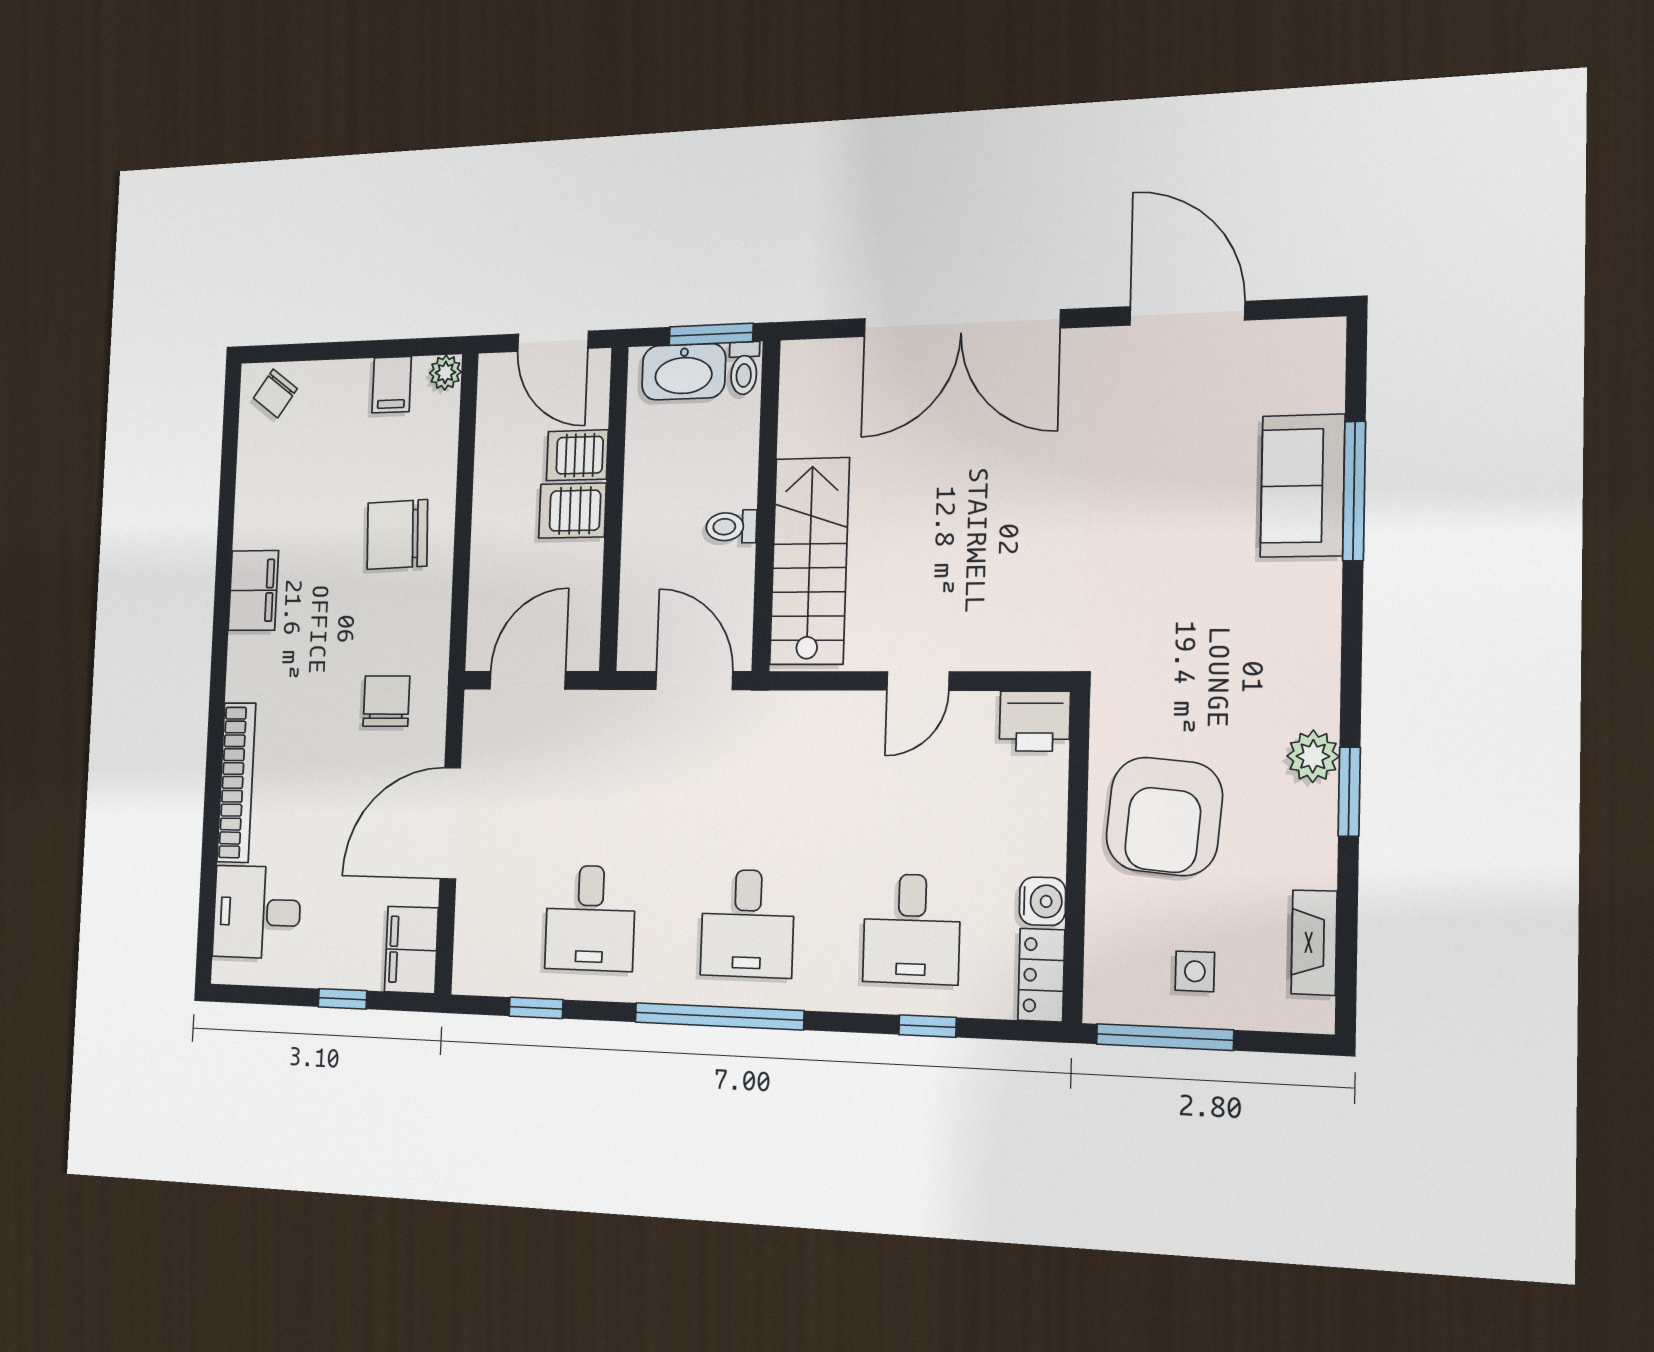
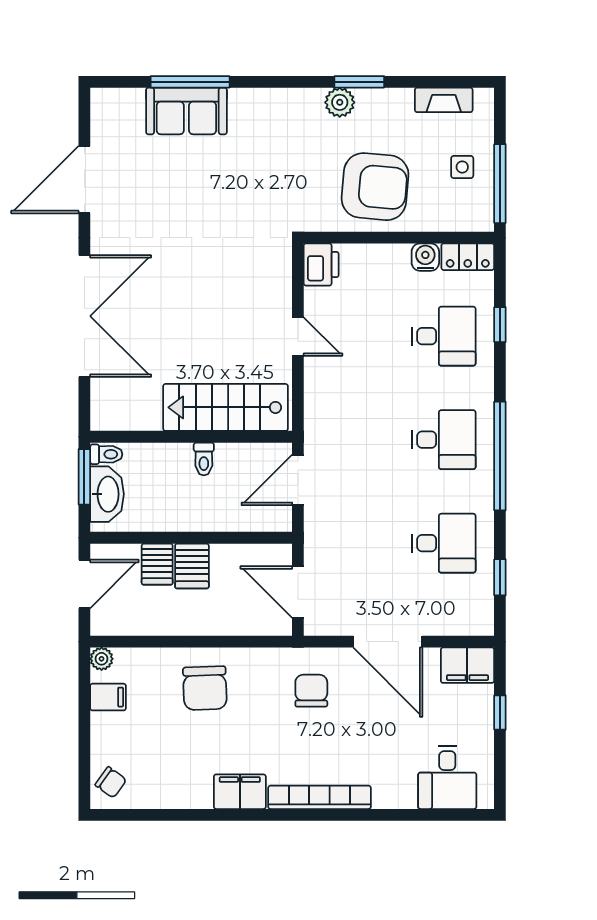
chair: (386, 701) -> (311, 691), turned 90
bookcase: (236, 782) -> (319, 797), moved

